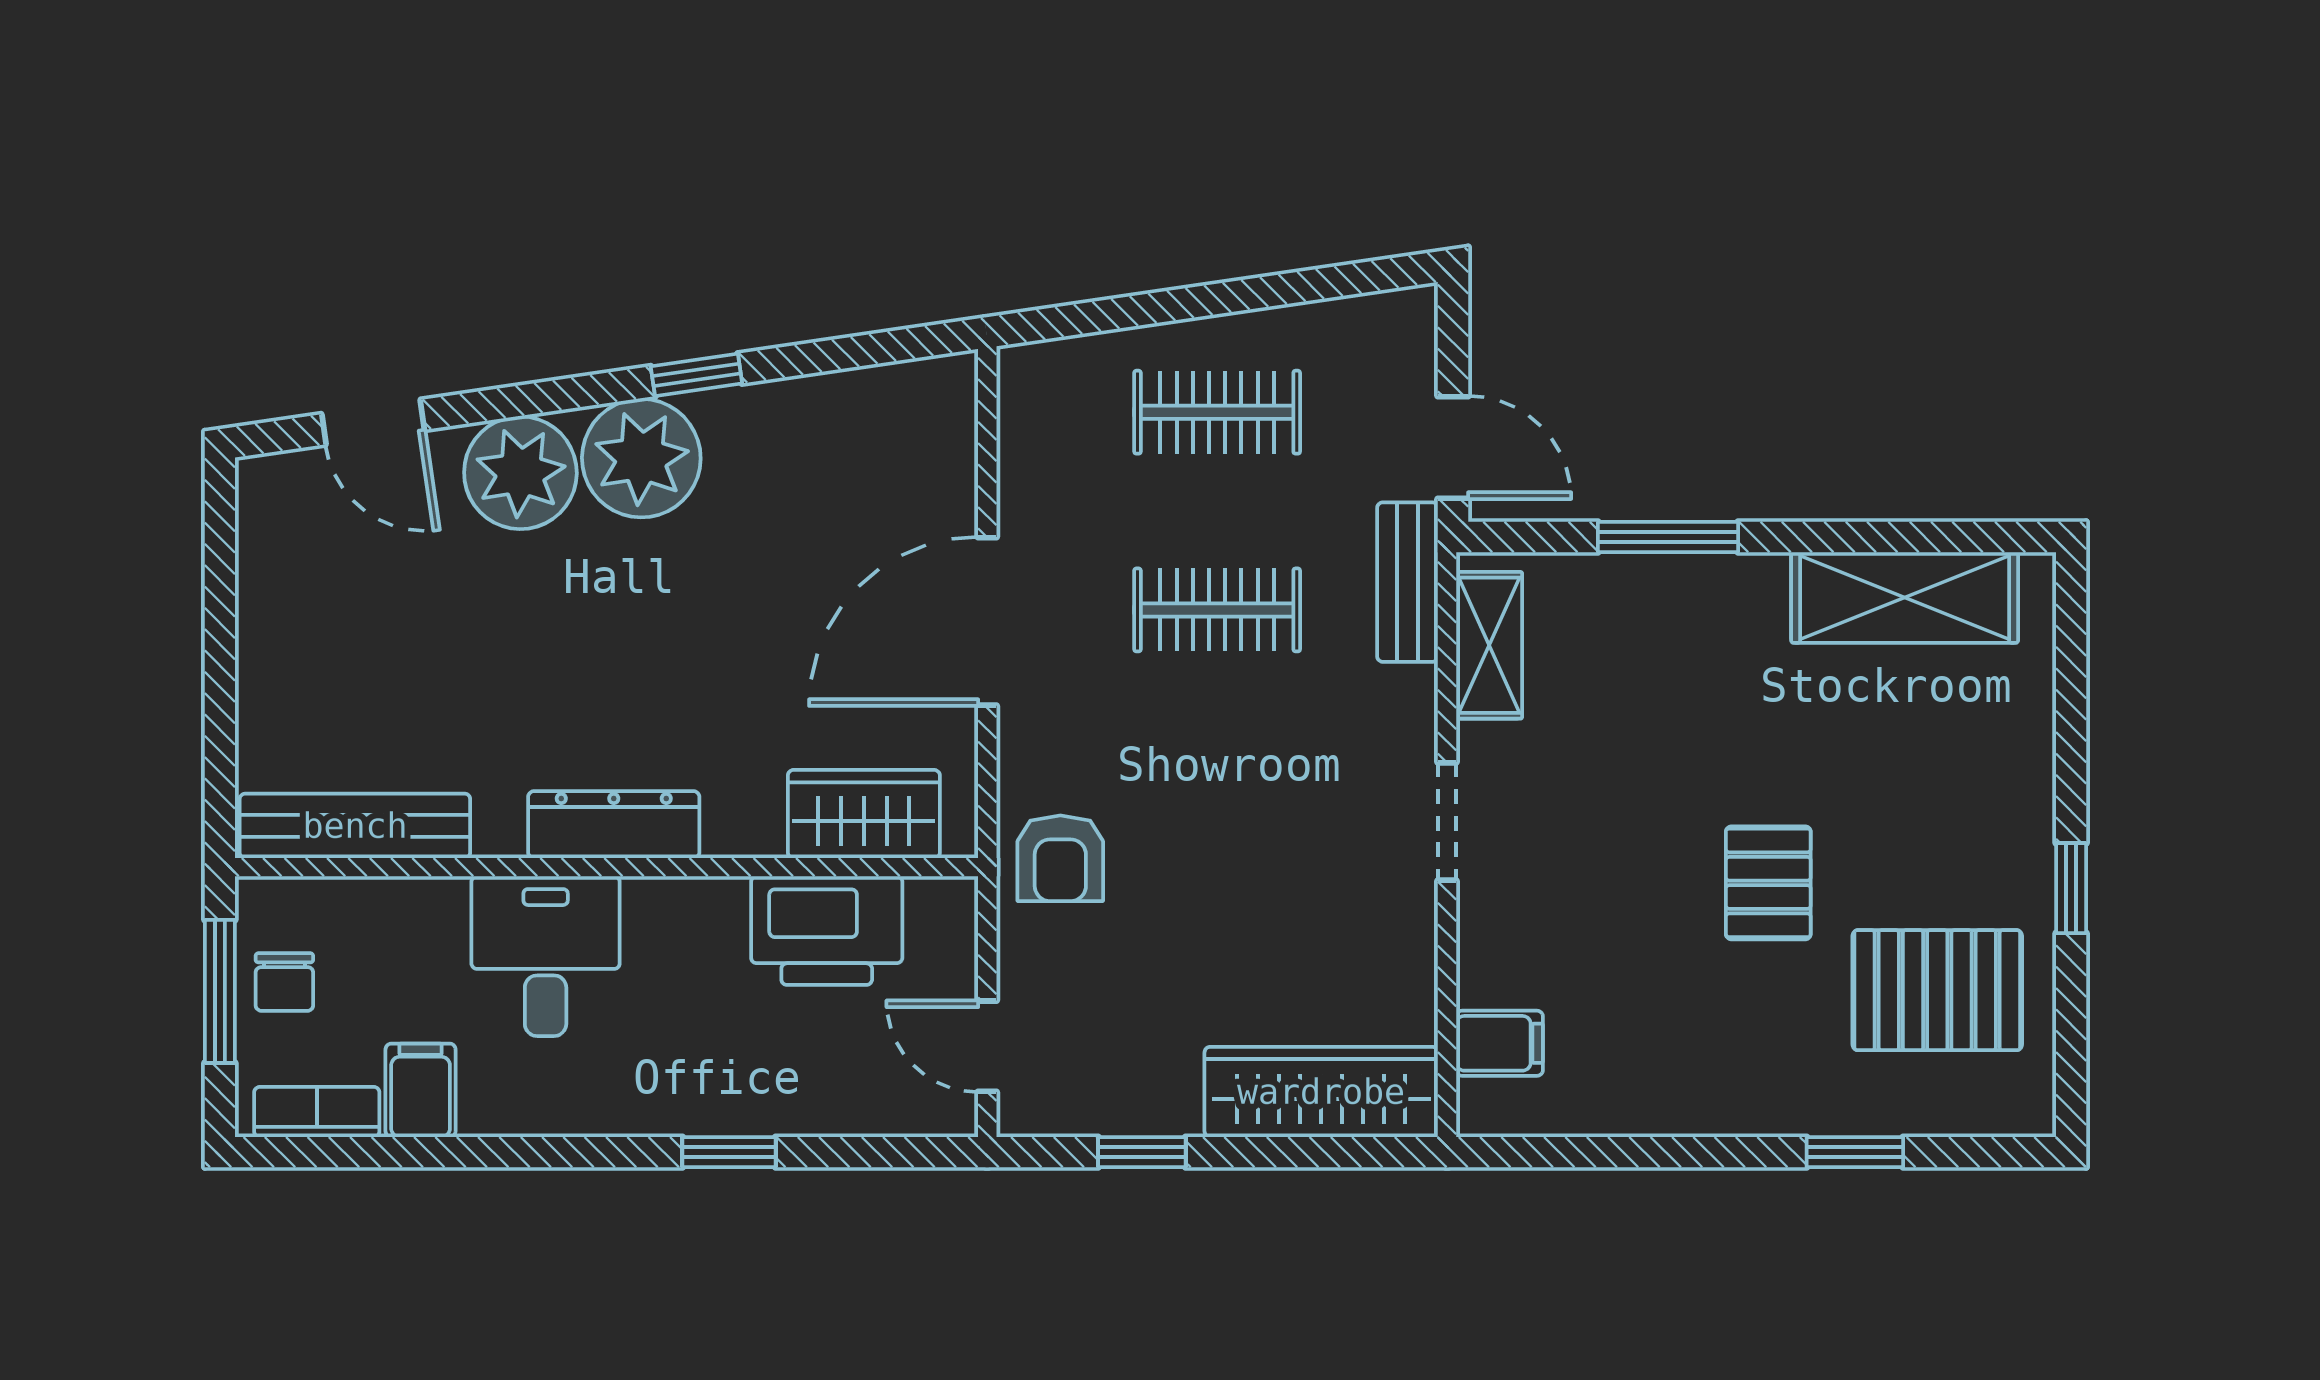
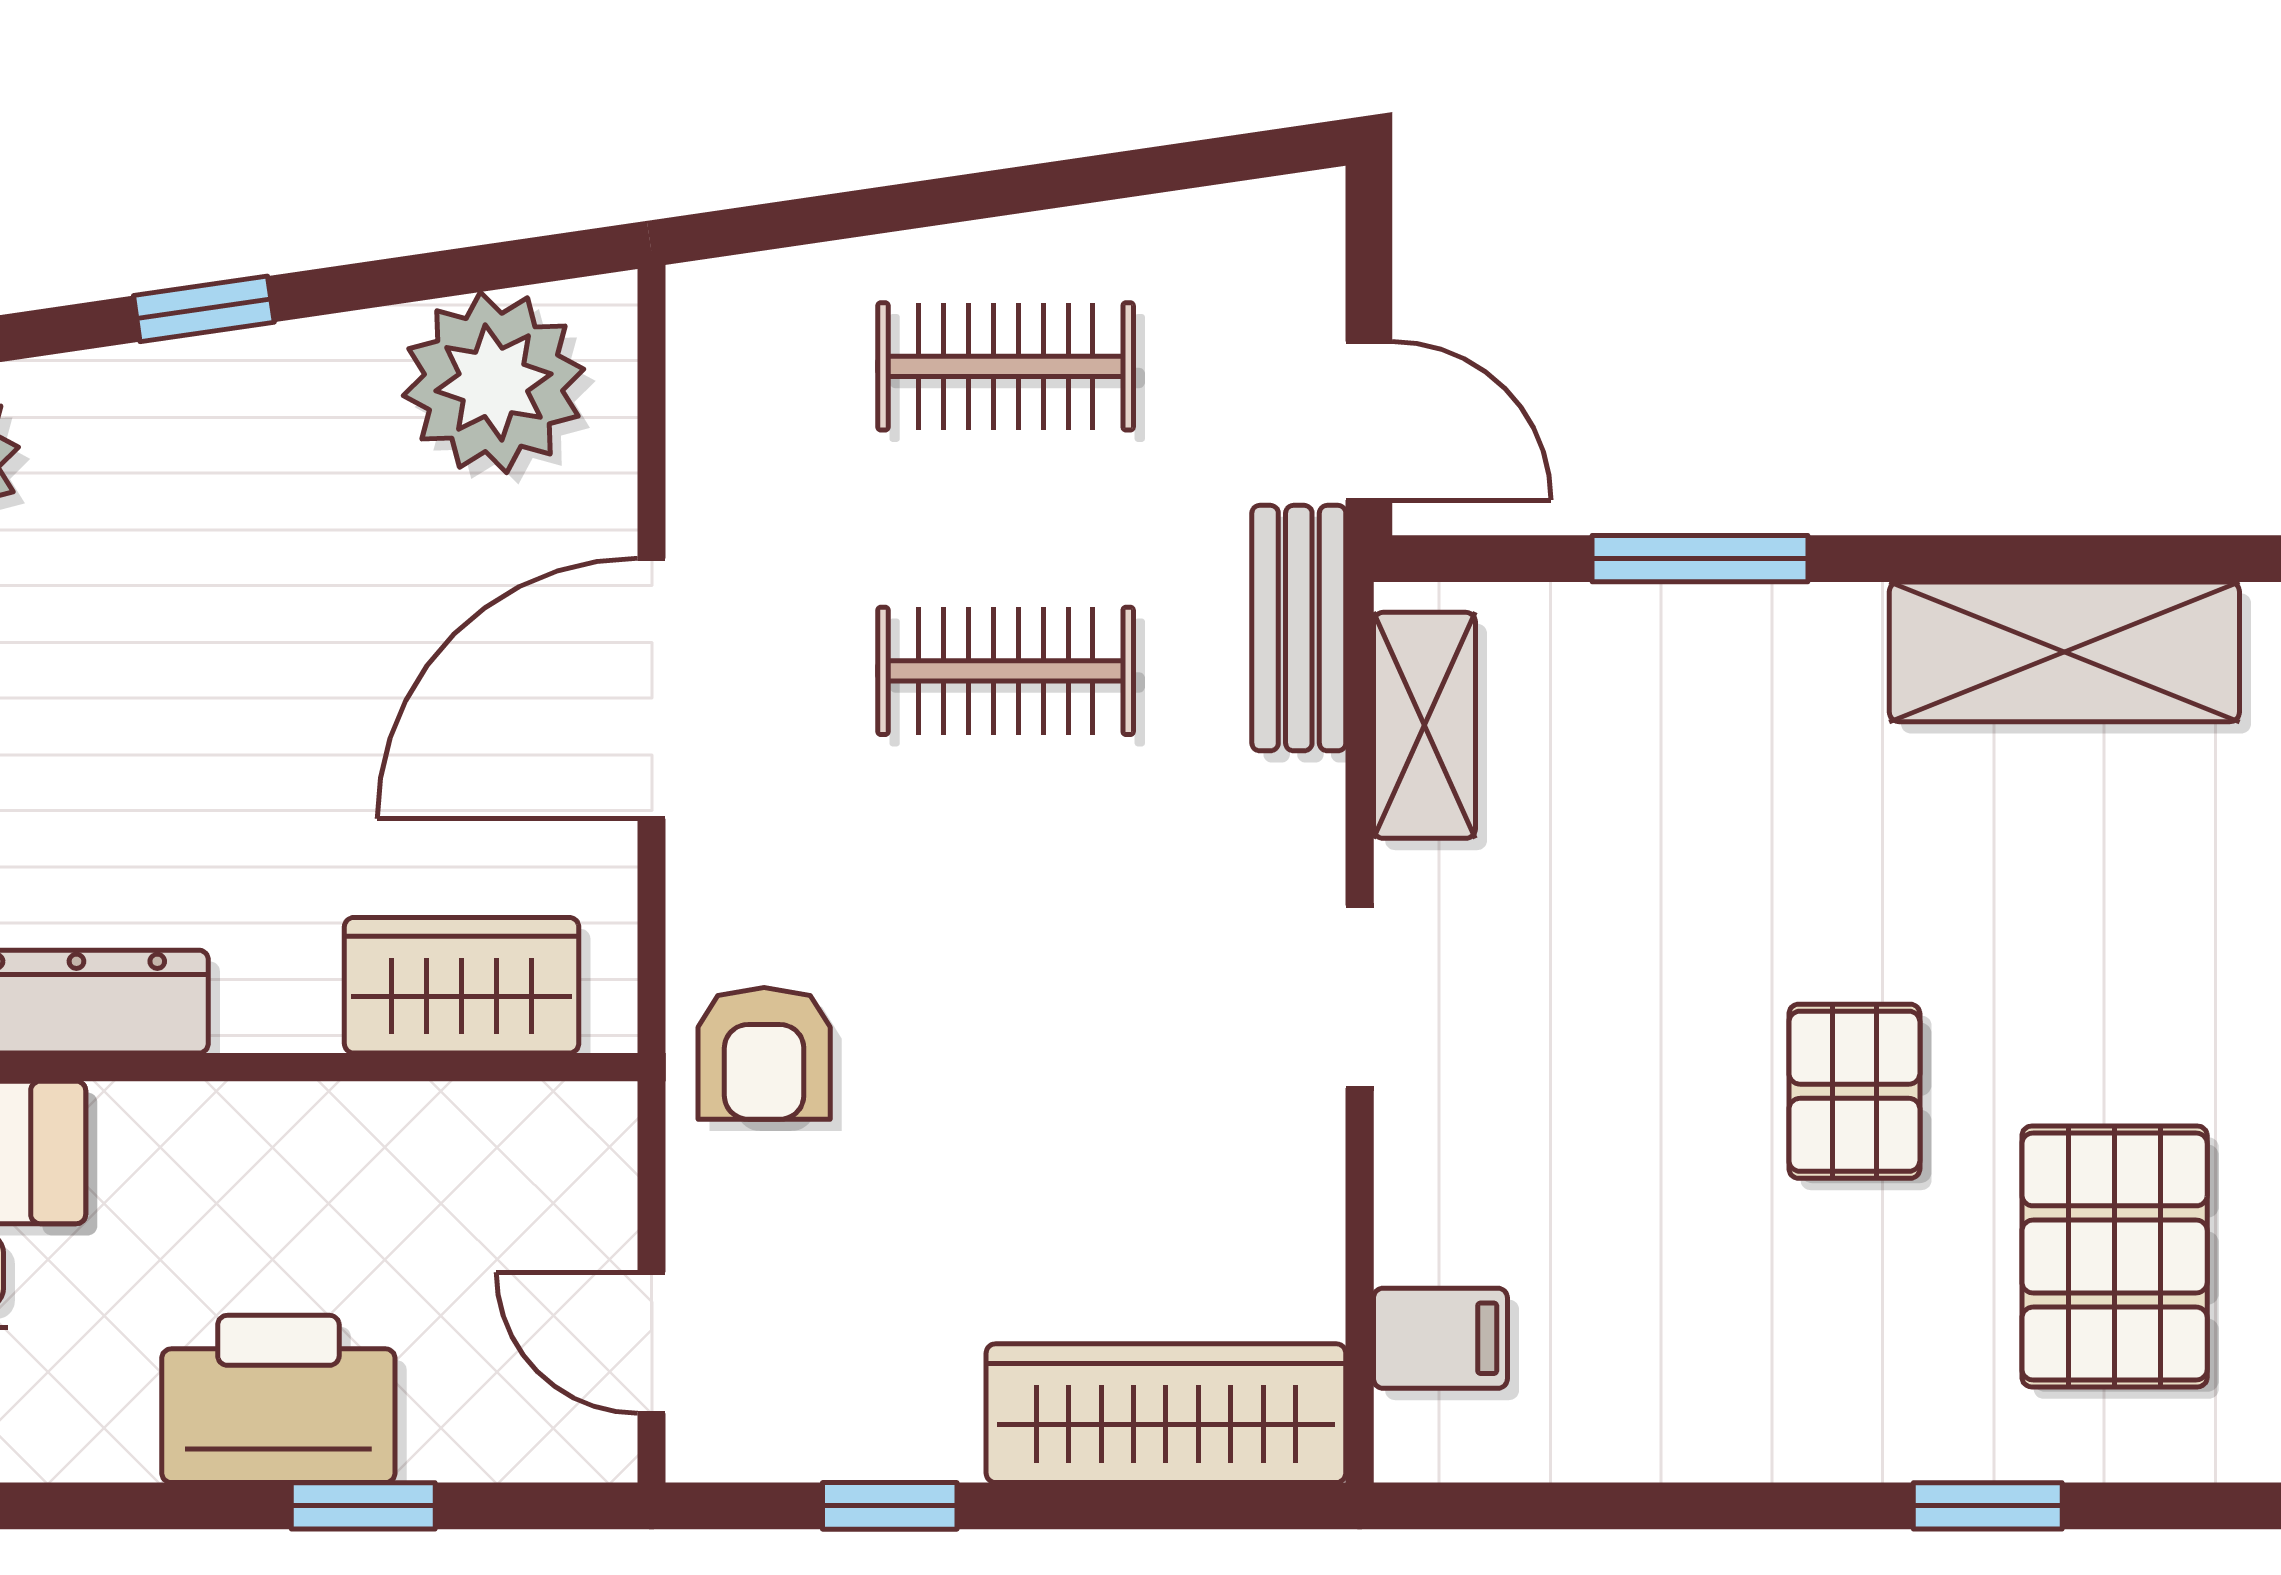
plant: (641, 458) -> (493, 382), moved
printer: (827, 931) -> (278, 1399), moved, turned 180
pallet: (1937, 990) -> (2115, 1256), turned 90
window: (729, 1152) -> (363, 1506), moved

